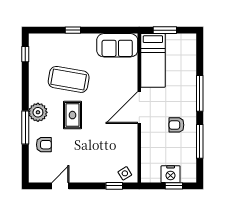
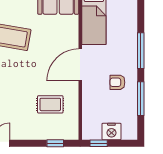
rug: (72, 115) -> (50, 104), moved, turned 90
side table: (125, 173) -> (66, 131), removed
window: (174, 186) -> (99, 143), moved

